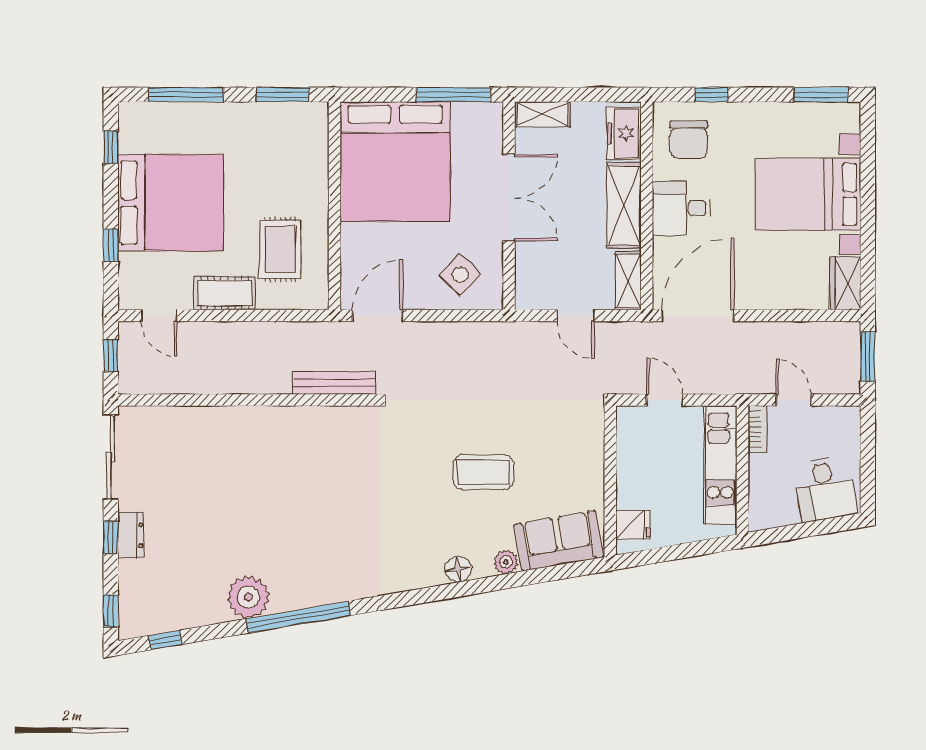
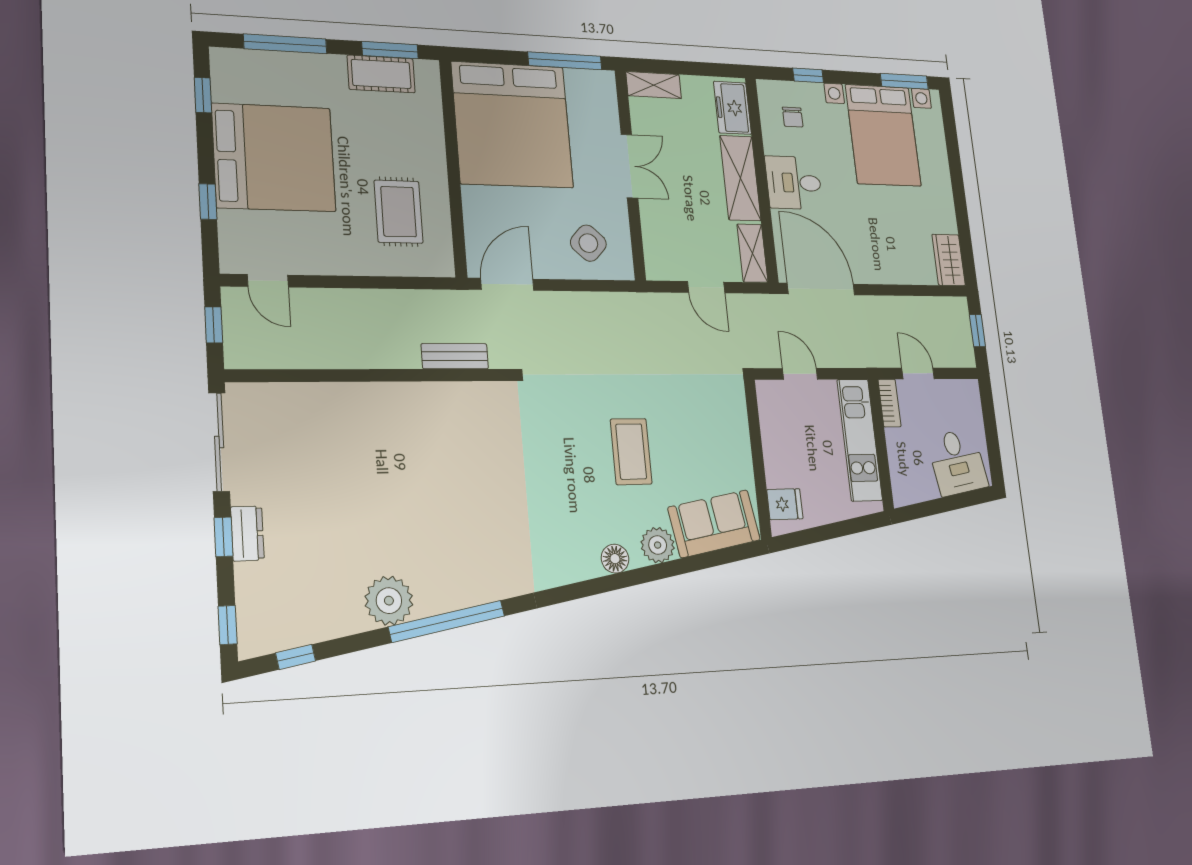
chair: (689, 140) -> (793, 117), width x0.54, depth x0.54
bed with nightstands: (808, 194) -> (883, 135), moved, turned -90
double door: (509, 198) -> (629, 166), width x0.73
cot: (225, 293) -> (381, 74), moved
door: (698, 316) -> (821, 289), hinge flipped
window: (868, 356) -> (977, 331), width x0.67
bench: (334, 383) -> (455, 356), width x0.73
coffee table: (483, 472) -> (631, 452), turned 90
plant: (506, 562) -> (658, 545), width x1.38, depth x1.38

